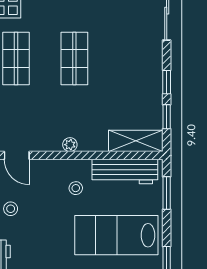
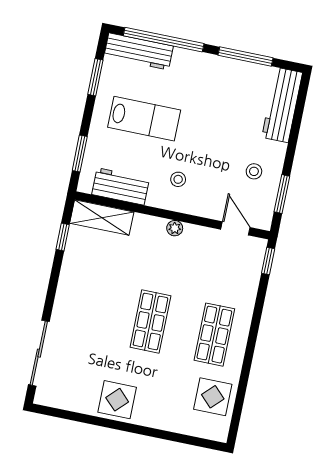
window: (167, 82) -> (55, 275), removed
workbench: (125, 172) -> (121, 186), width x0.73
lab bench: (116, 235) -> (144, 119), width x0.73, depth x0.72

